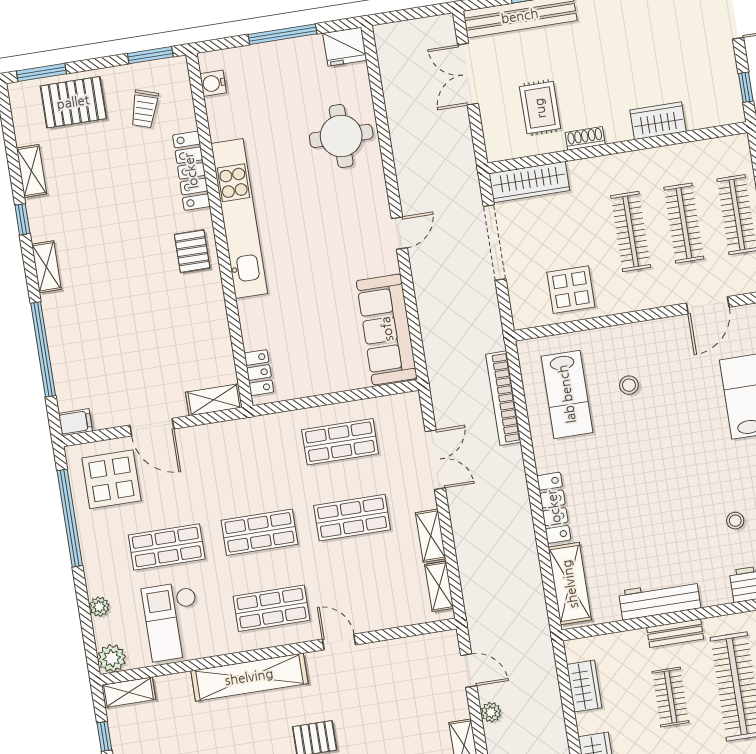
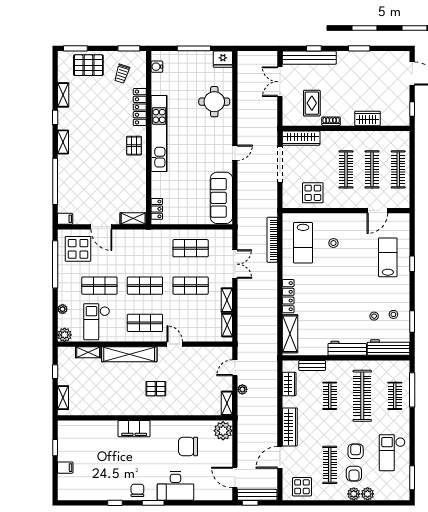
workbench: (660, 600) -> (347, 348), moved
bench: (675, 633) -> (312, 365), moved
door: (469, 671) -> (235, 368), swing flipped
shelving: (129, 692) -> (88, 352), moved

